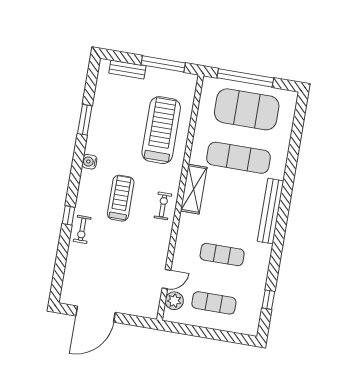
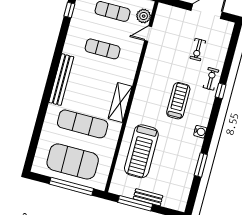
bench: (127, 70) -> (148, 197), moved
treadmill: (121, 198) -> (178, 101), turned 180
exercise bike: (163, 206) -> (198, 50), moved

